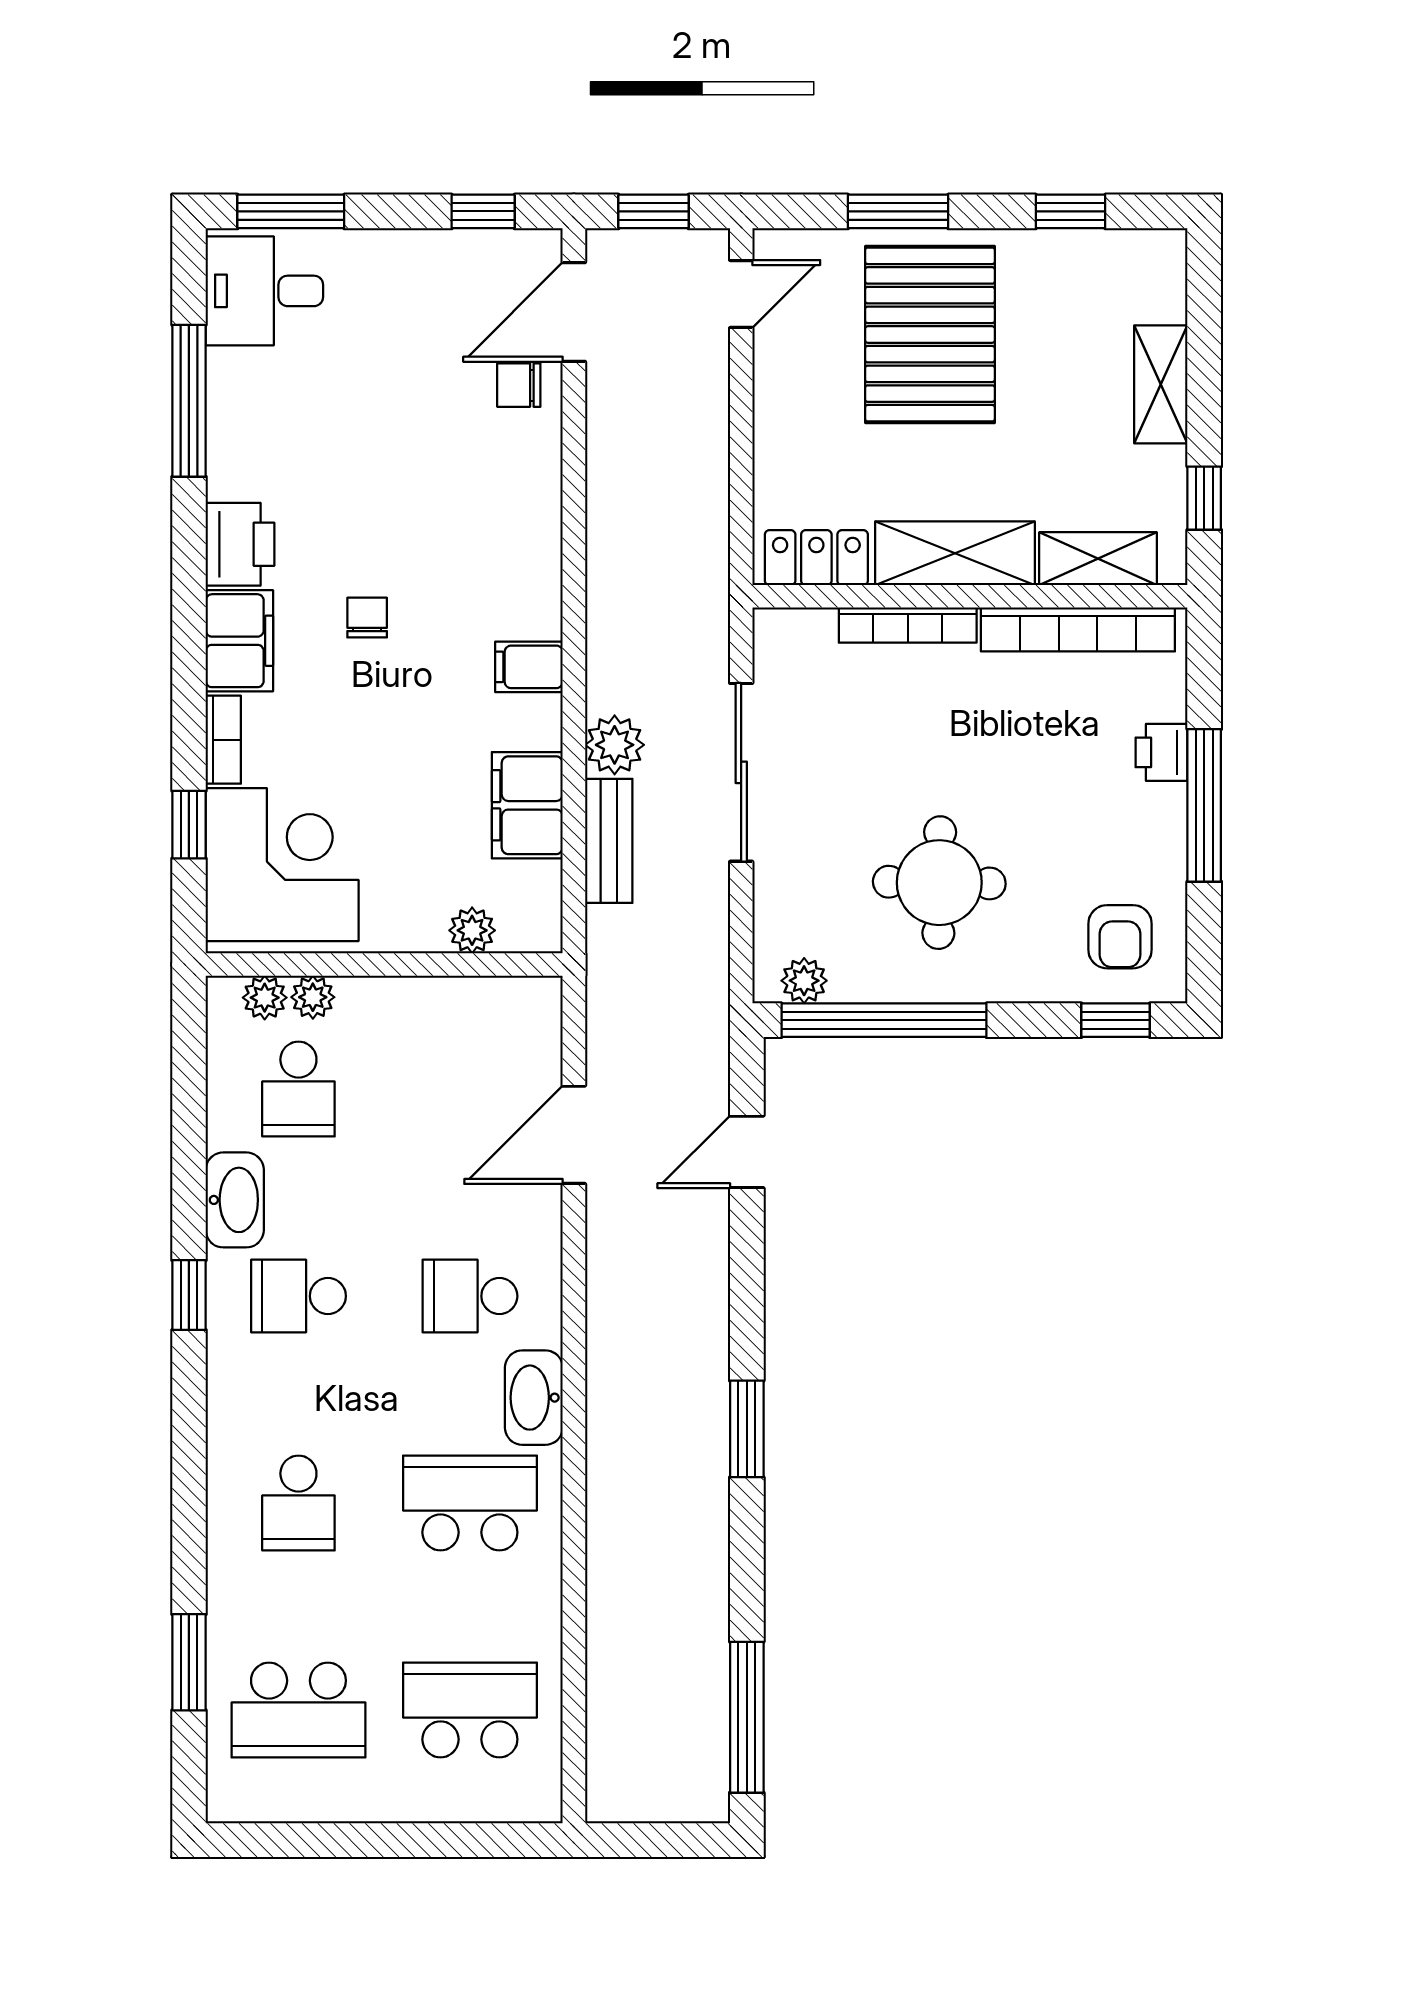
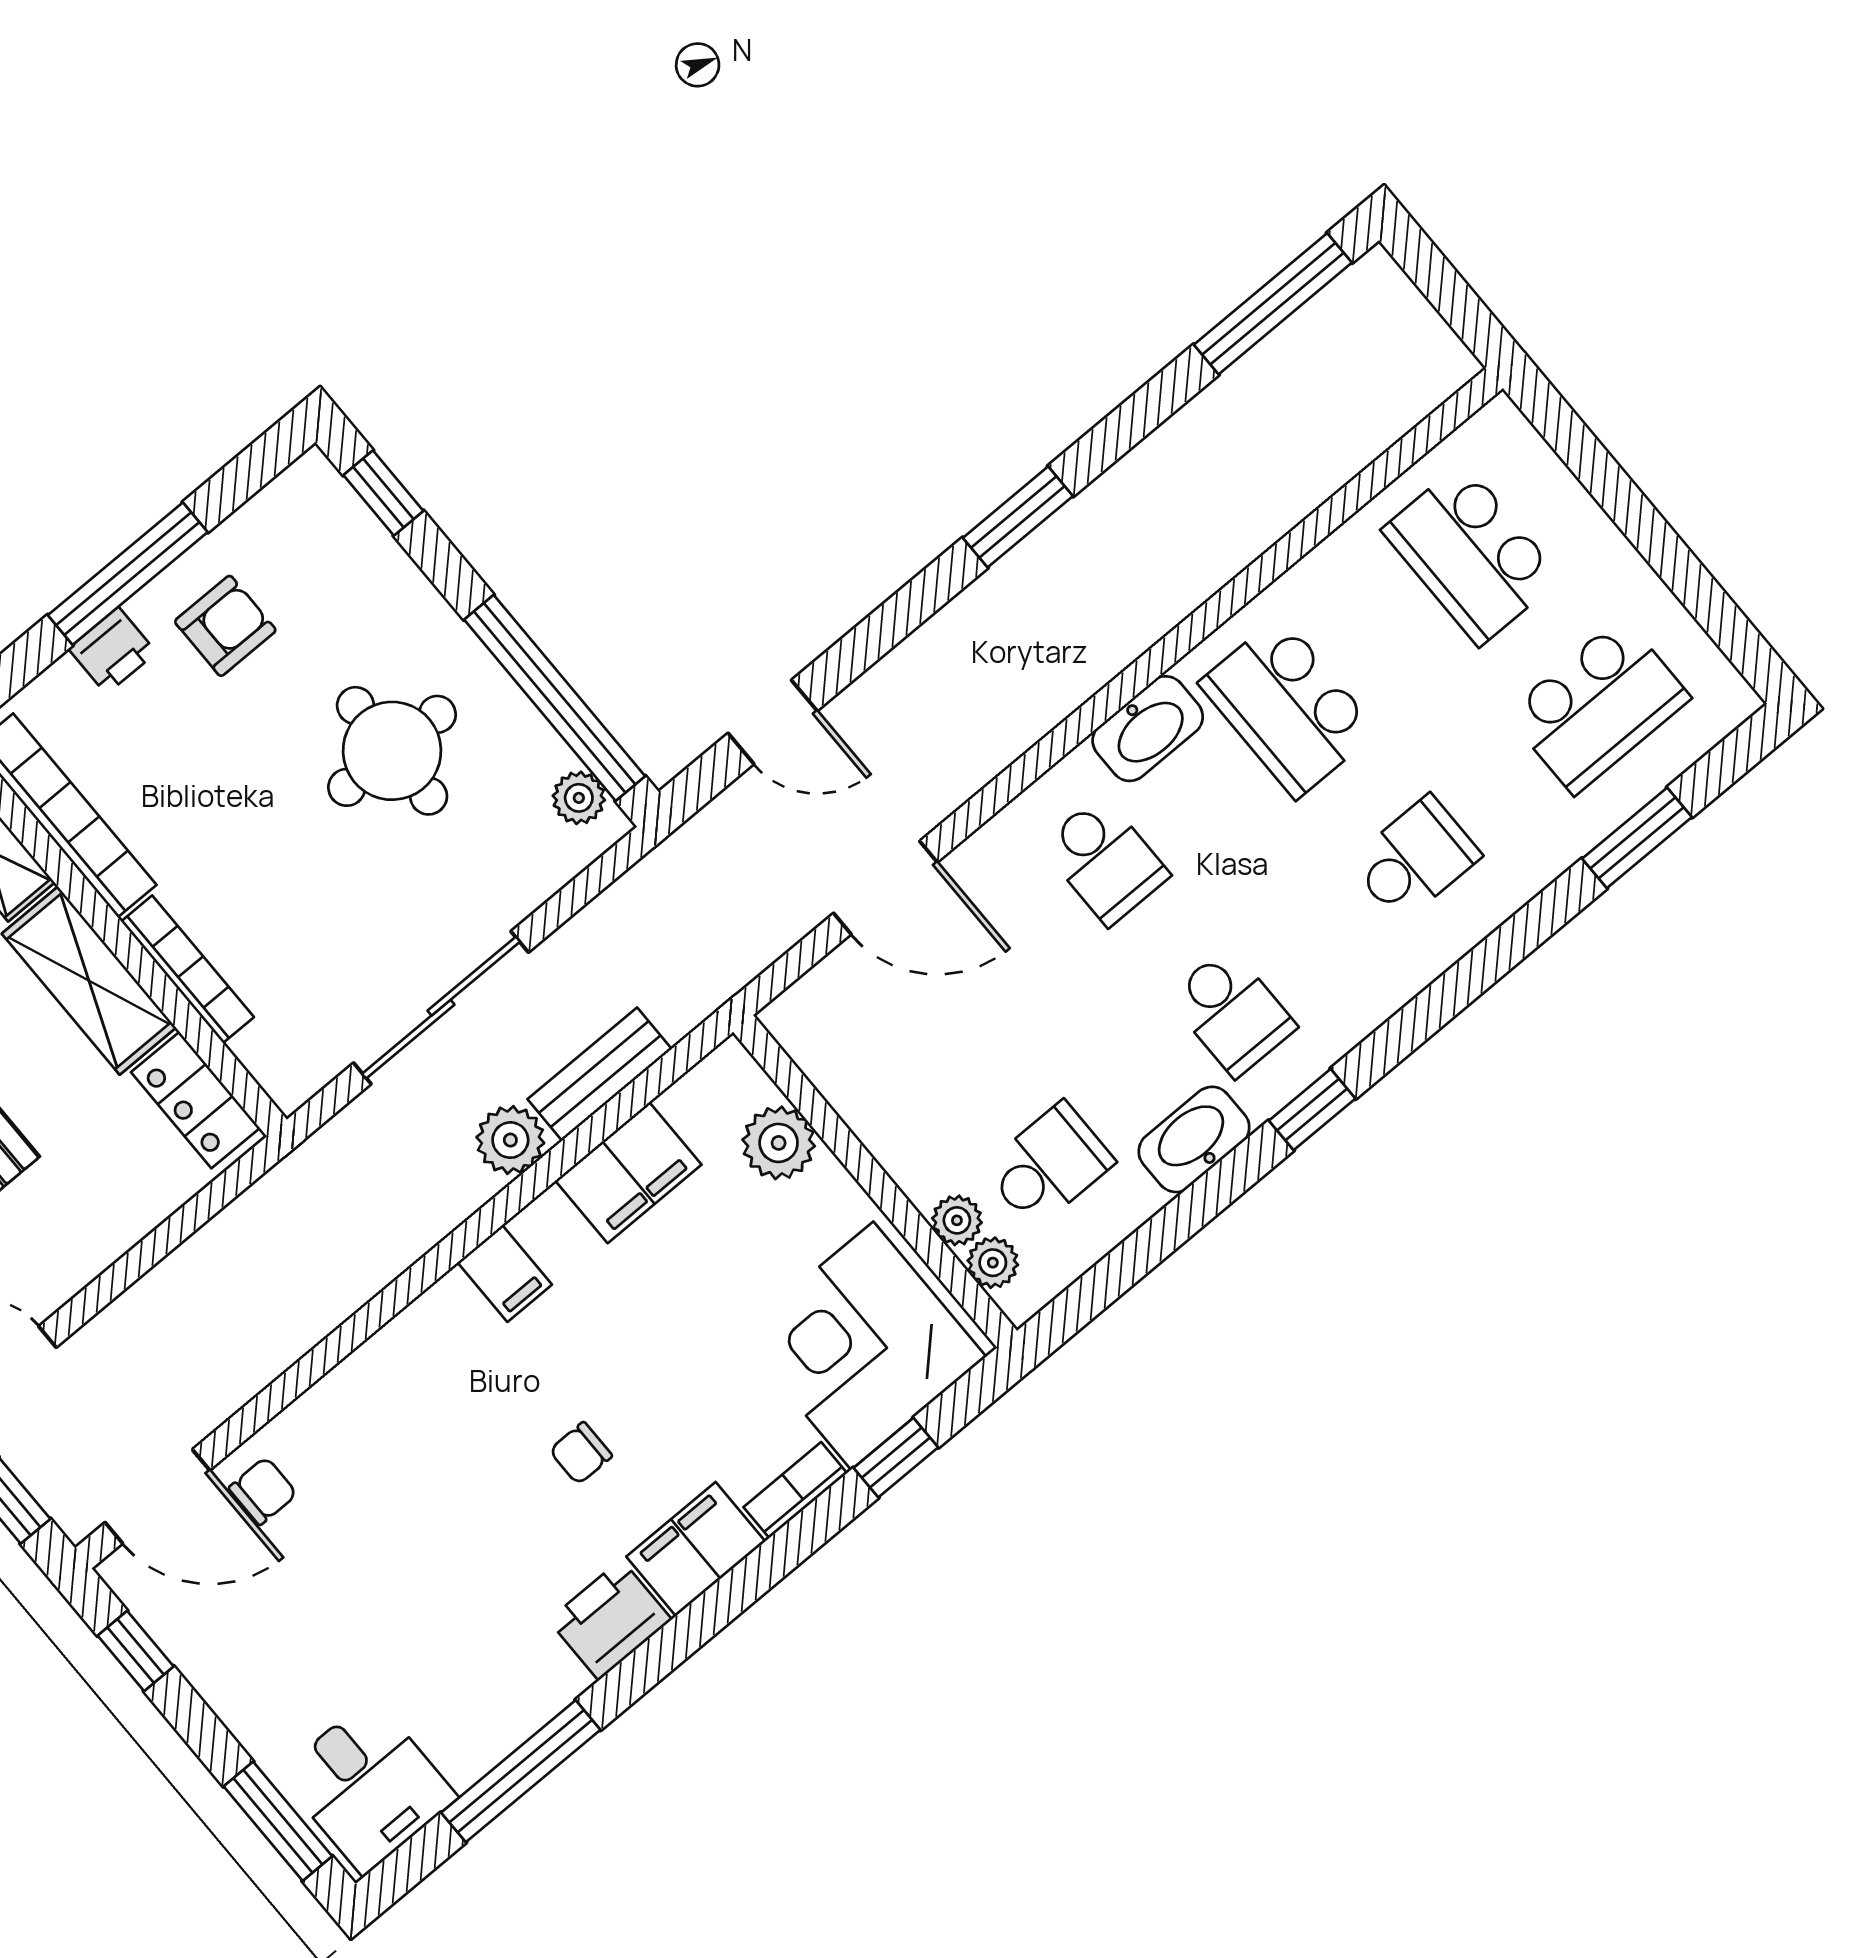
chair: (519, 385) -> (263, 1491), turned -90
plant: (472, 930) -> (779, 1143), width x1.38, depth x1.38
armchair: (1120, 937) -> (225, 626), moved
school desk: (298, 1710) -> (1598, 706), turned 90

